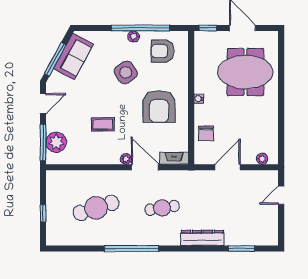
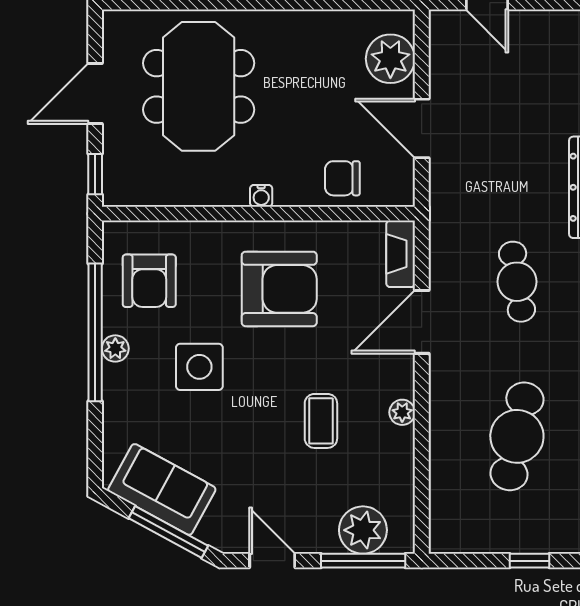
side table: (126, 72) -> (199, 367), turned 34
chair: (206, 133) -> (342, 178), turned 180
plant: (126, 159) -> (402, 412), moved
plant: (262, 159) -> (390, 59), width x1.88, depth x1.88
cafe table: (96, 208) -> (517, 436), turned 30

